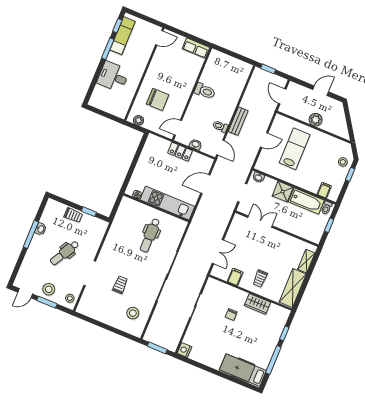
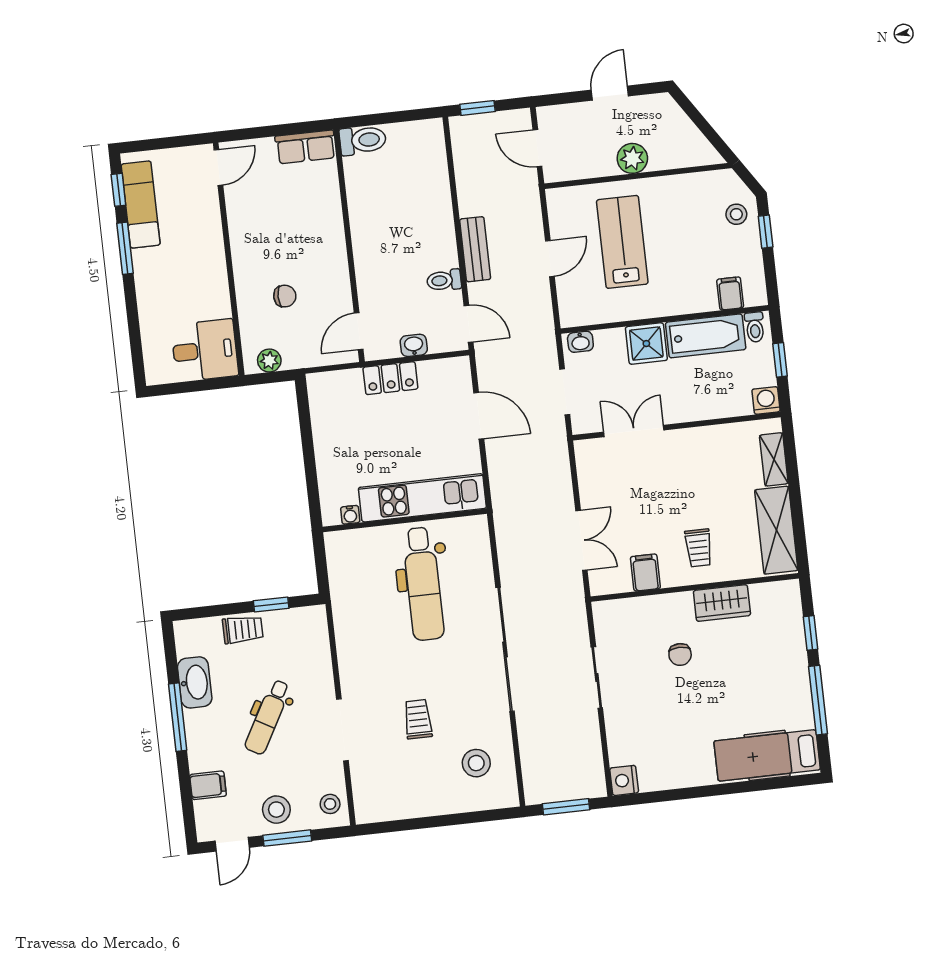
desk: (113, 77) -> (205, 350), moved, turned 180
toilet: (205, 91) -> (363, 140), moved
chair: (158, 99) -> (285, 296), width x0.54, depth x0.54
door: (205, 184) -> (479, 416), swing flipped
washbasin: (41, 229) -> (195, 682), width x1.91, depth x1.45
dental chair: (150, 235) -> (423, 584), width x1.36, depth x1.38
washing machine: (316, 237) -> (766, 400), added
filing cabinet: (28, 266) -> (208, 785), added

